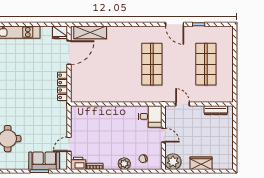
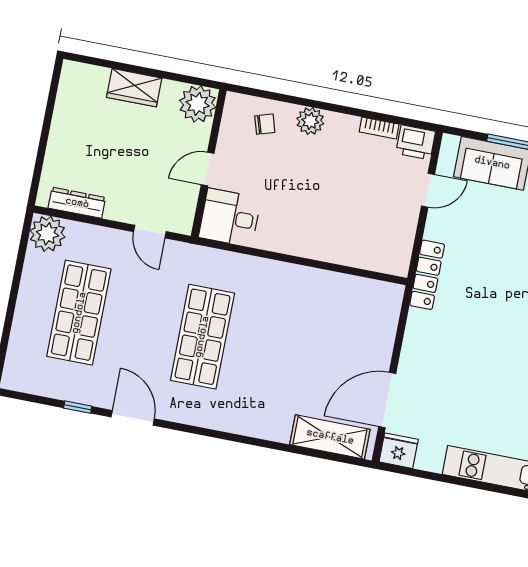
locker: (62, 86) -> (427, 275), moved
plant: (226, 95) -> (47, 234), added
door: (163, 135) -> (208, 169), hinge flipped

